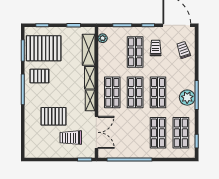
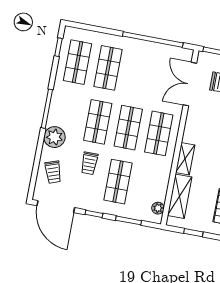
trolley: (156, 48) -> (89, 163), moved
plant: (187, 98) -> (54, 137), moved
shelving: (90, 100) -> (190, 128), removed

